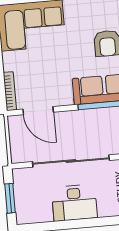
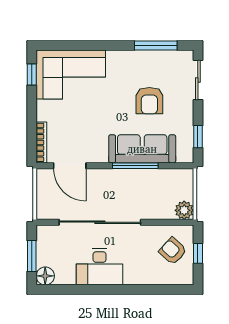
floor lamp: (24, 216) -> (45, 276), added

